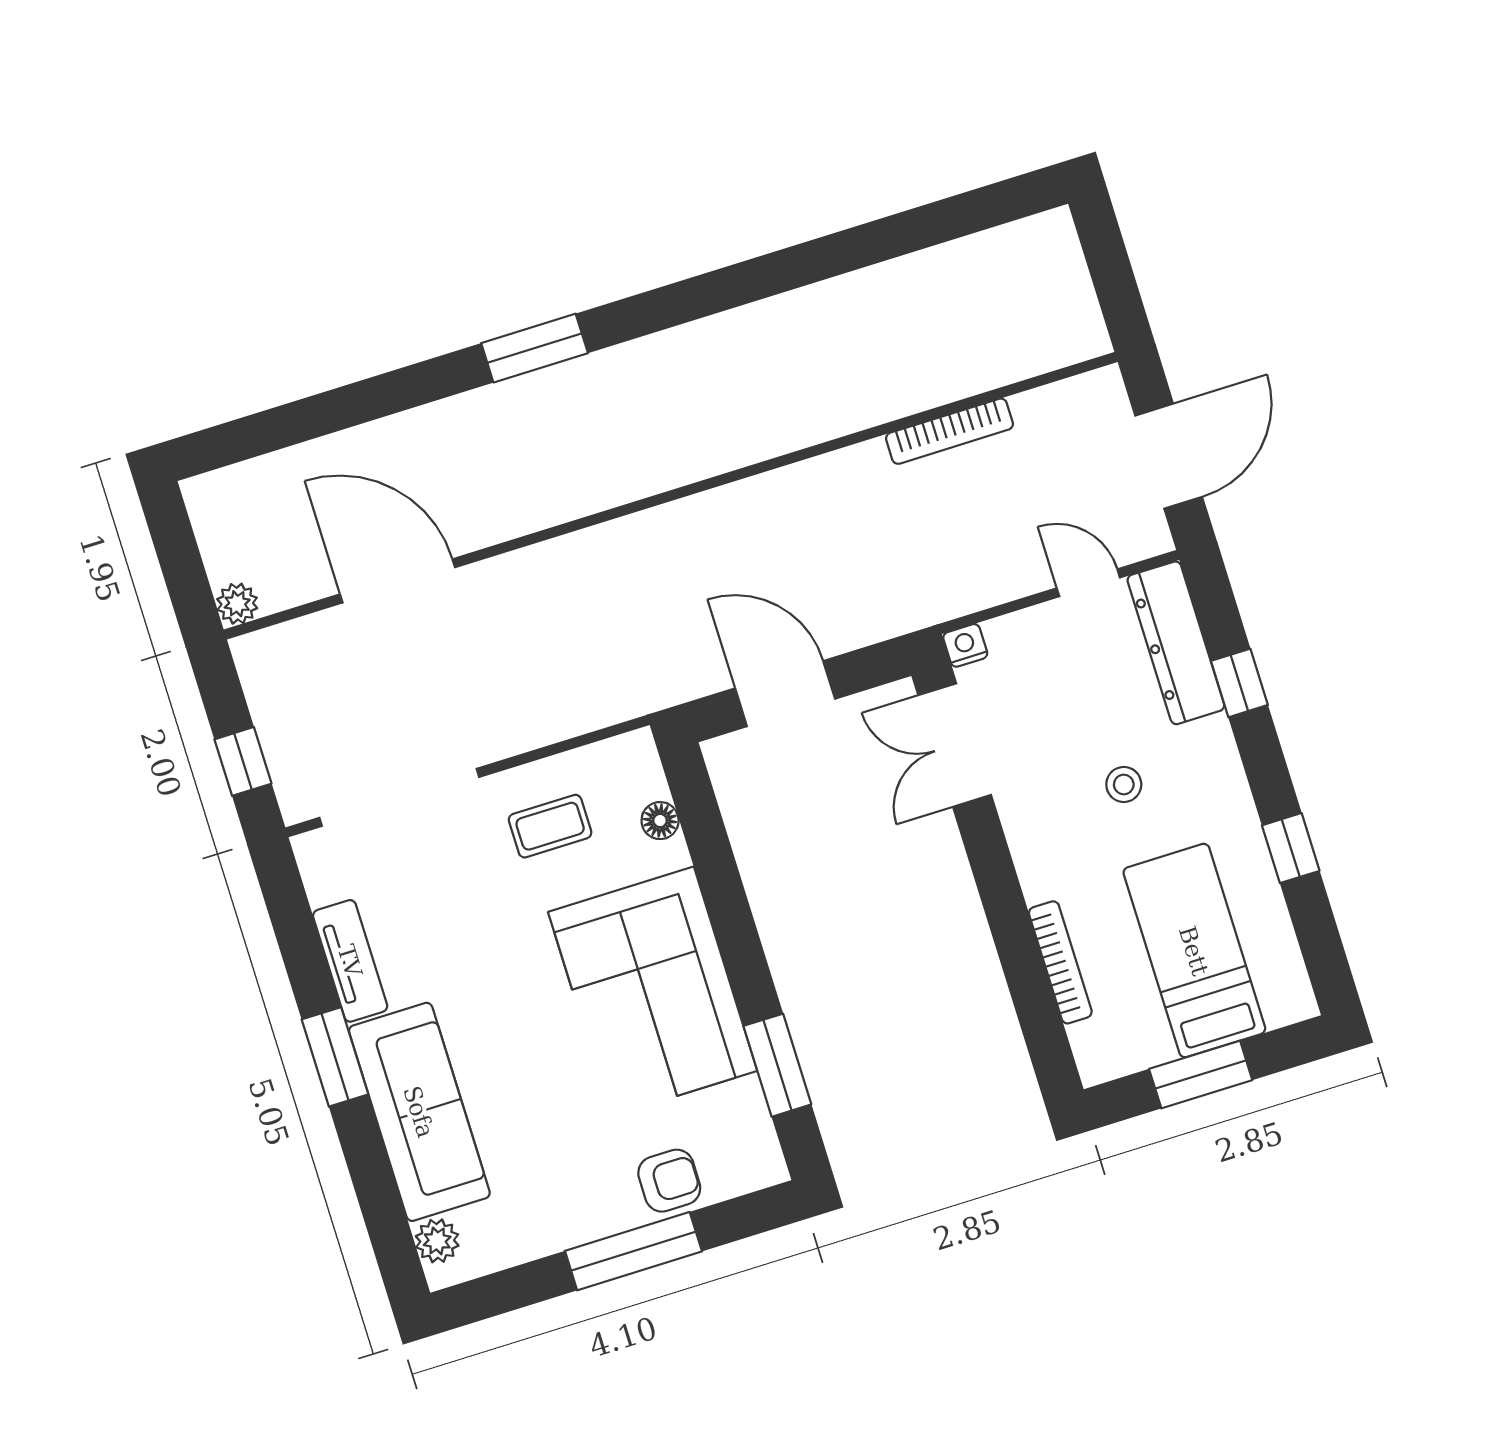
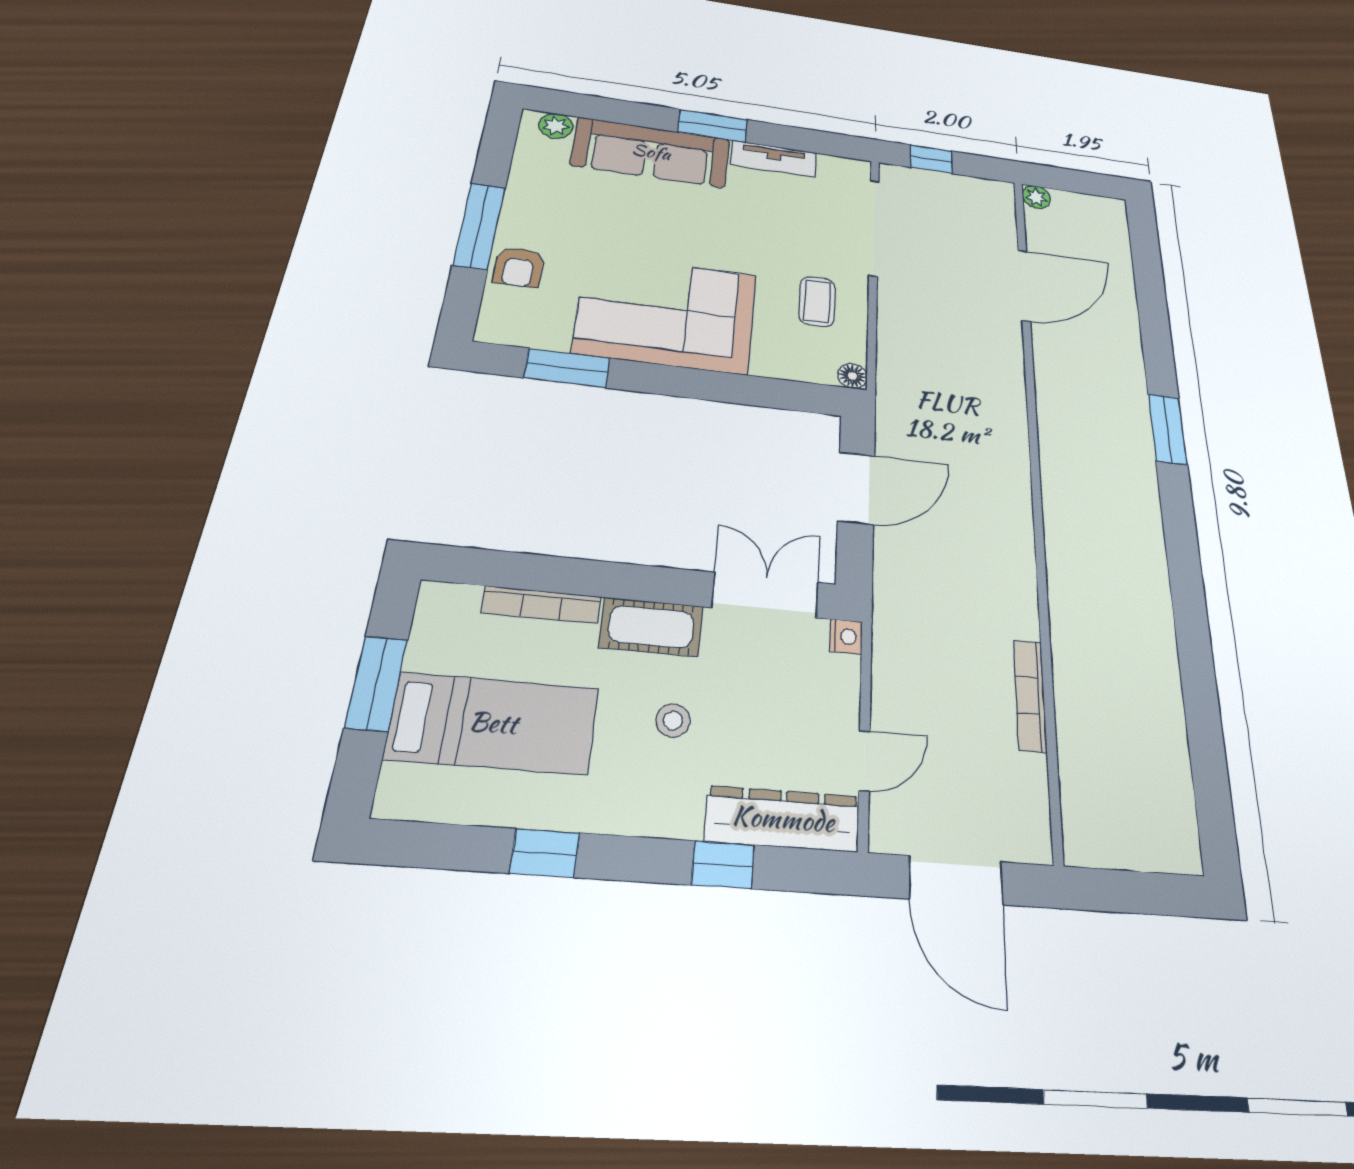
floor lamp: (660, 821) -> (852, 376), moved
cot: (1038, 846) -> (651, 627), added

